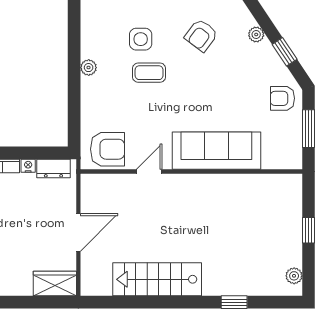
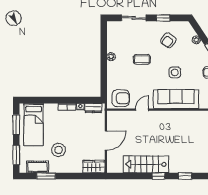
side table: (141, 39) -> (175, 72), moved
window: (182, 302) -> (159, 176), added

